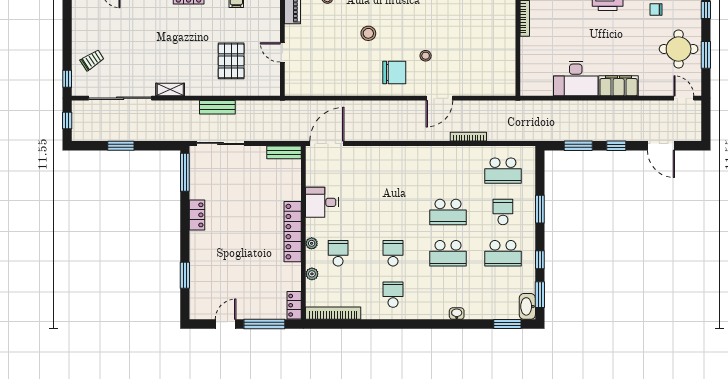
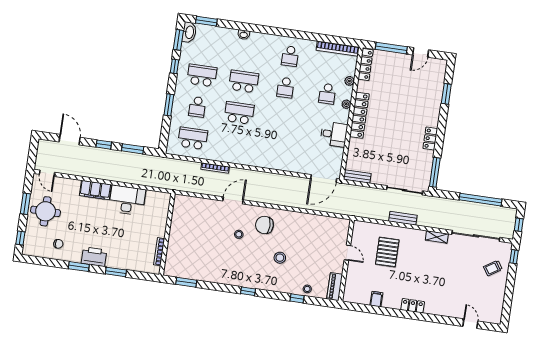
window: (121, 146) -> (481, 200), width x2.11
locker: (294, 305) -> (366, 65), width x1.53

